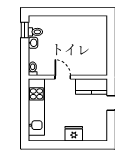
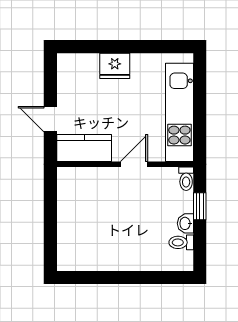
window: (25, 30) -> (200, 206), moved
door: (63, 77) -> (134, 164), swing flipped

